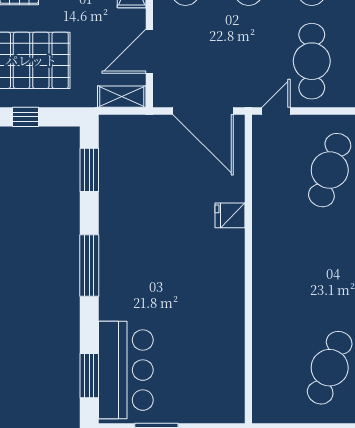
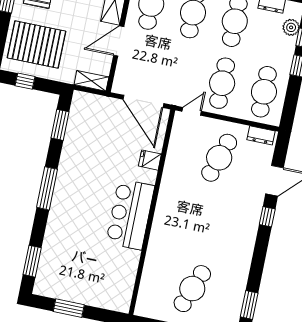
door: (149, 51) -> (119, 41), moved
fridge: (230, 215) -> (150, 160), moved
bar counter: (126, 370) -> (130, 214), moved, turned 180

